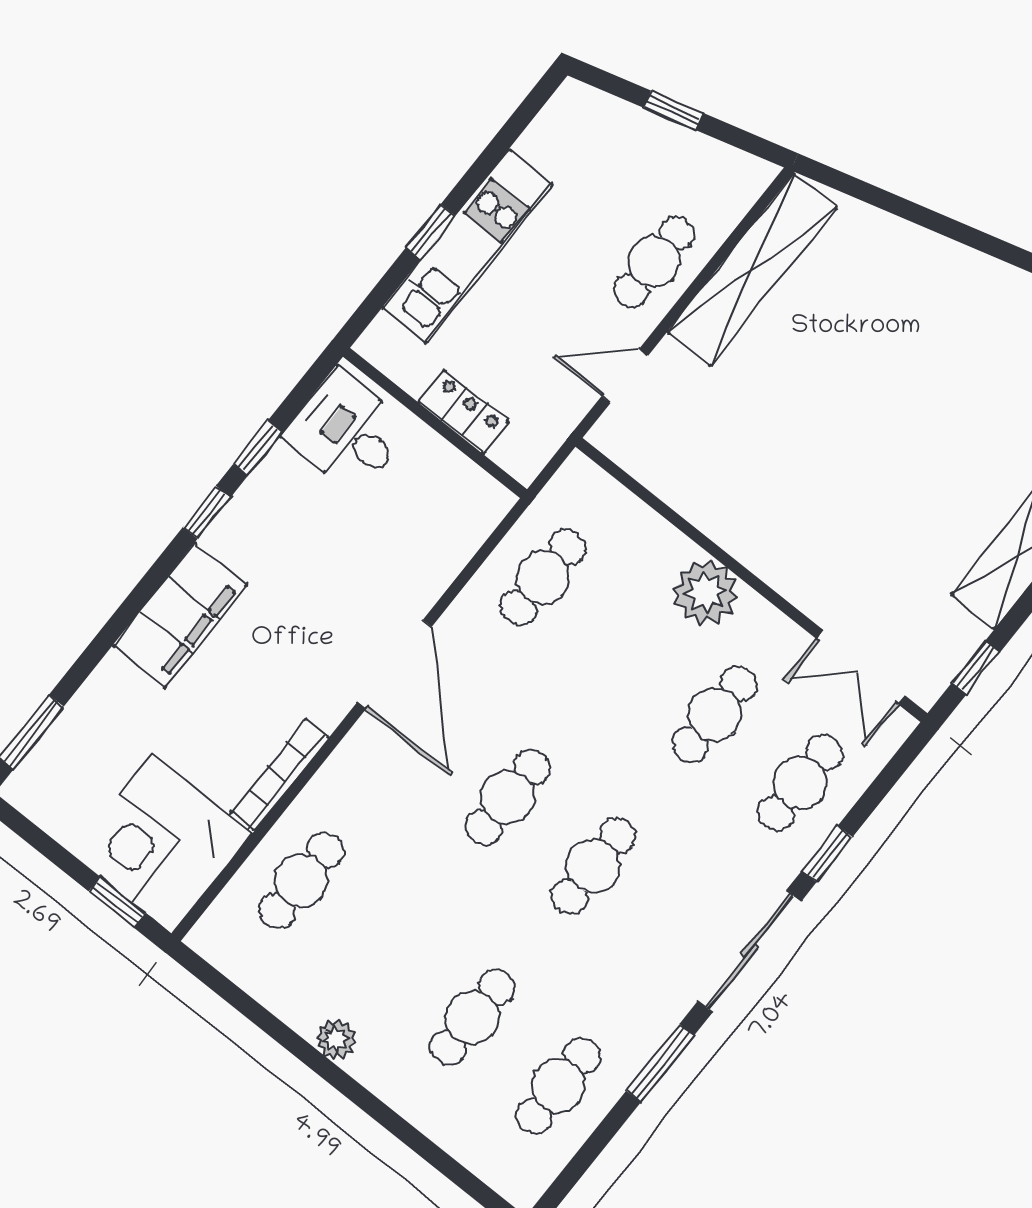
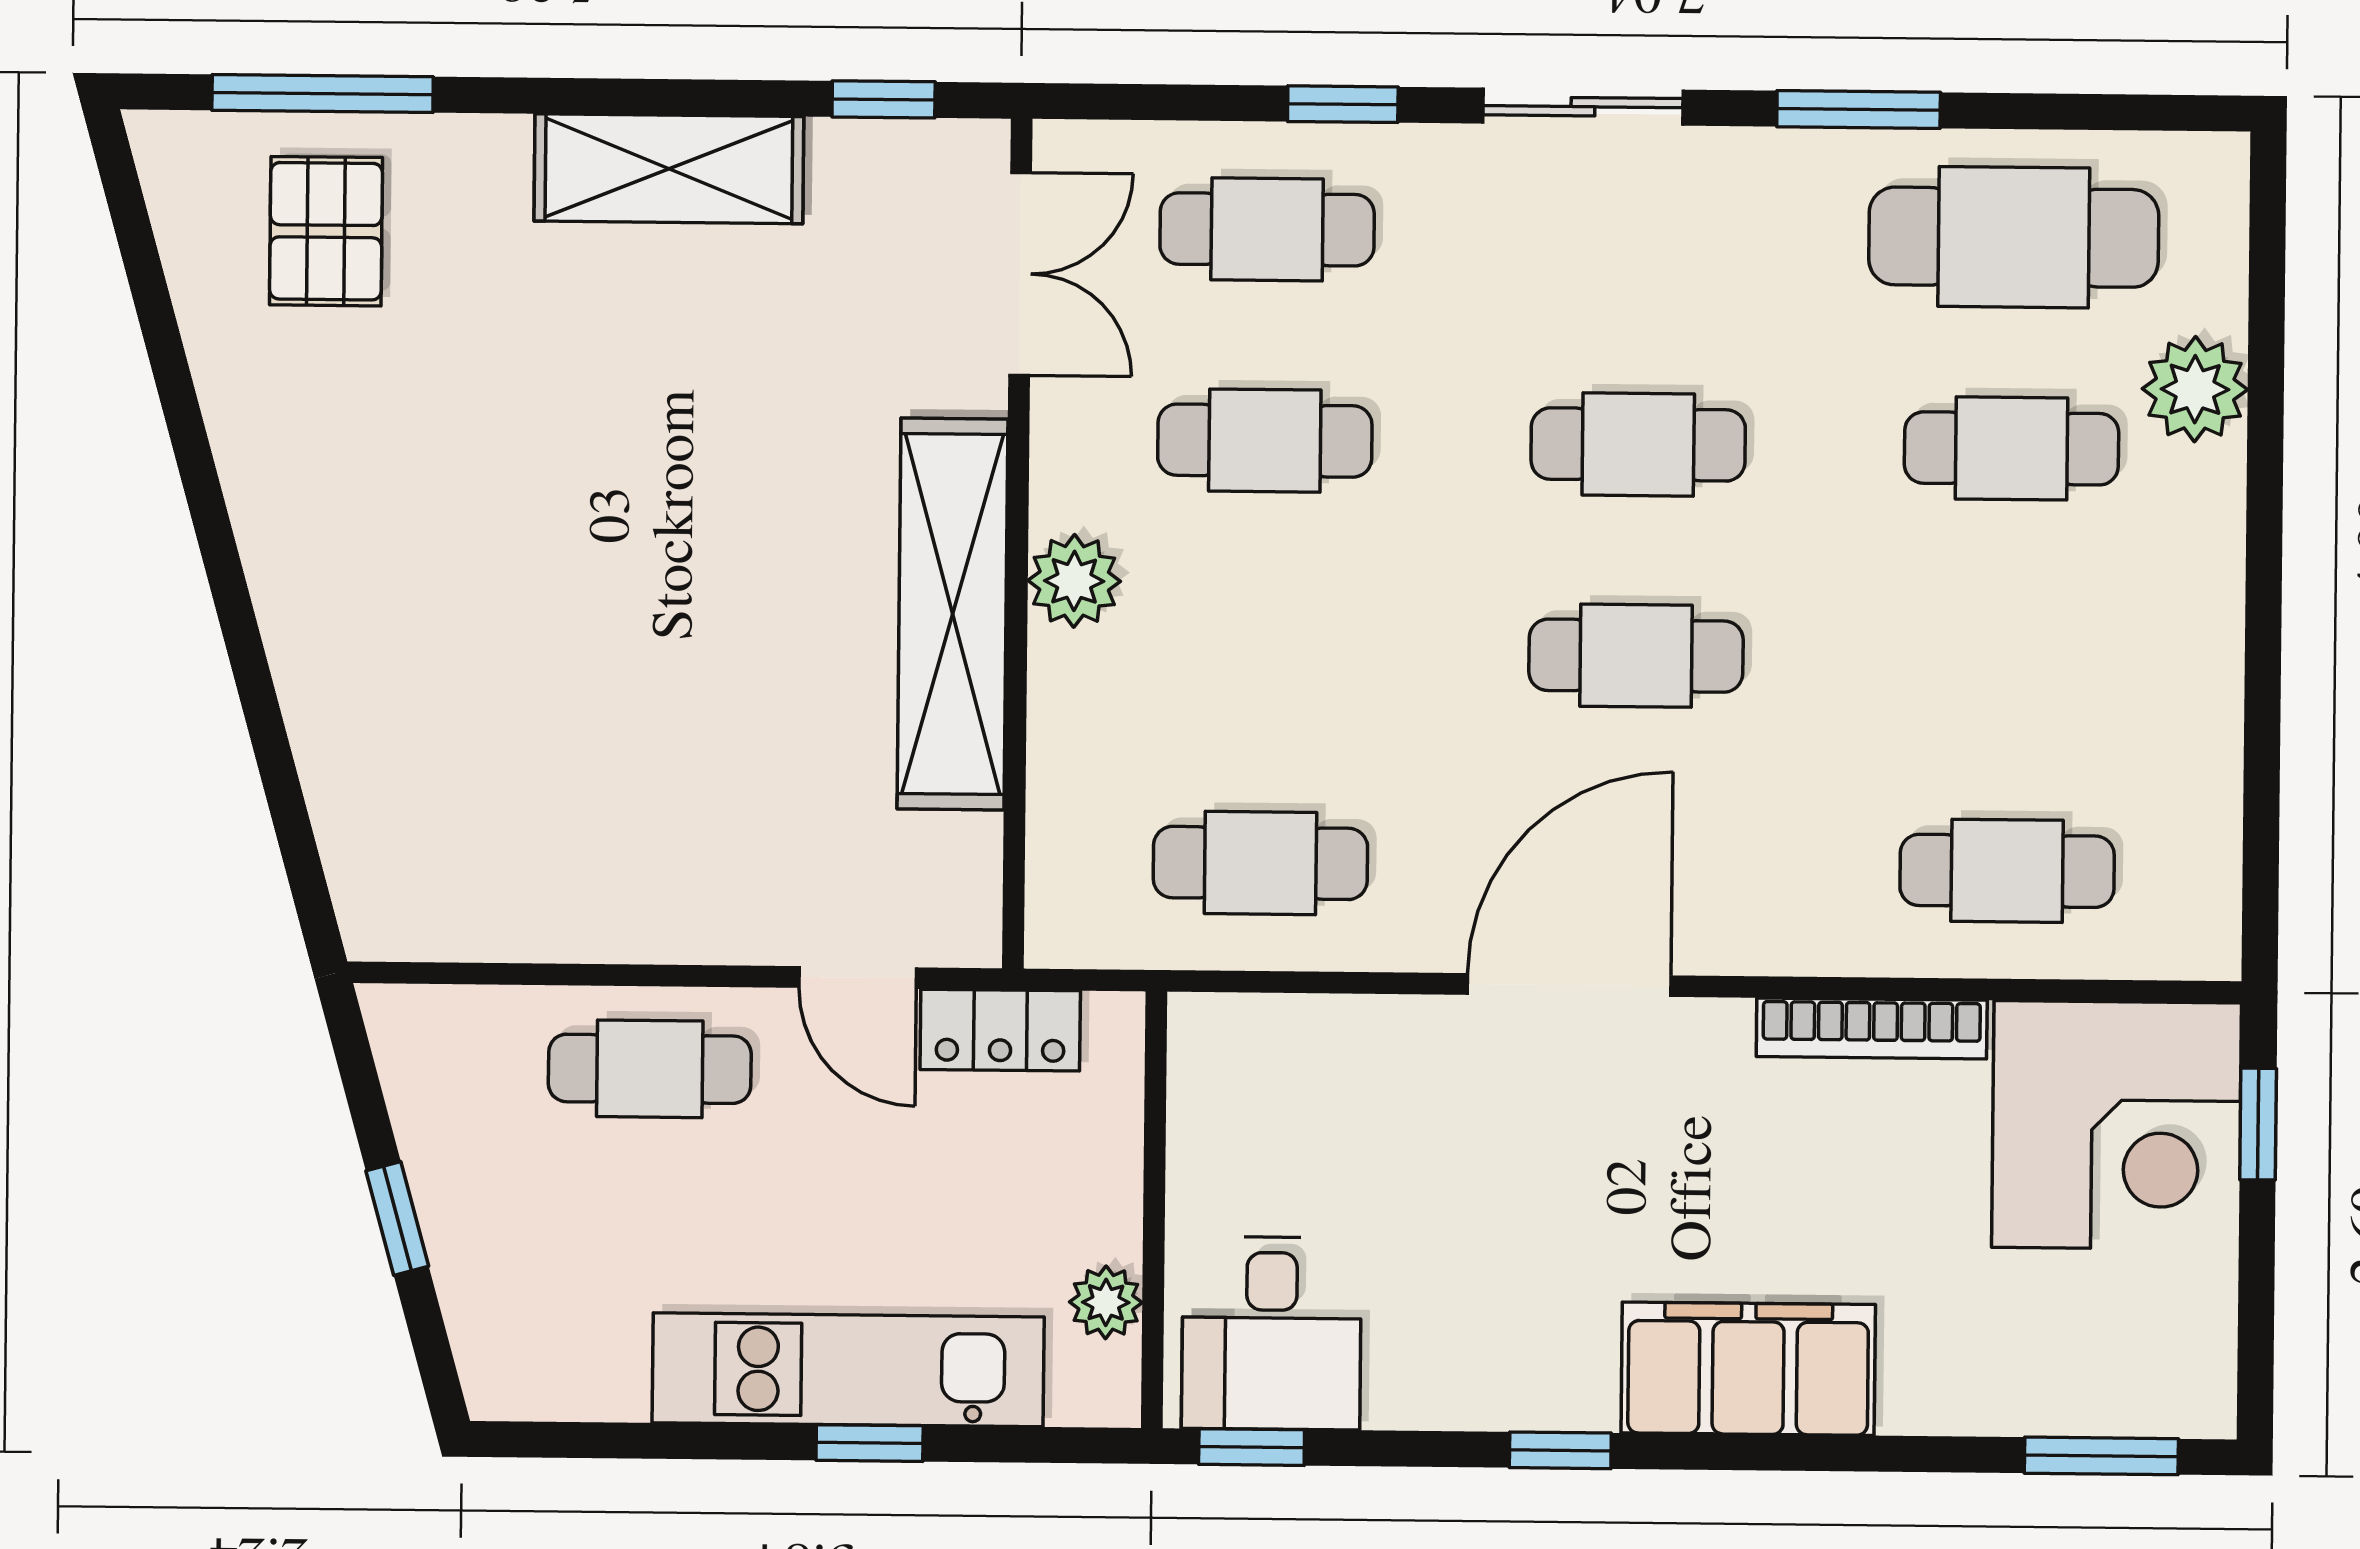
shelving: (752, 270) -> (952, 614), moved, turned 90
plant: (413, 374) -> (1106, 1302), added
locker: (464, 412) -> (1000, 1030), moved, turned -90
window: (258, 448) -> (1252, 1447), moved
plant: (706, 593) -> (1074, 581), width x0.73, depth x0.73
sliding door: (749, 951) -> (1583, 107), width x0.73
plant: (336, 1039) -> (2195, 389), moved, width x1.38, depth x1.38
cafe table: (558, 1086) -> (2014, 237), width x1.37, depth x1.35

